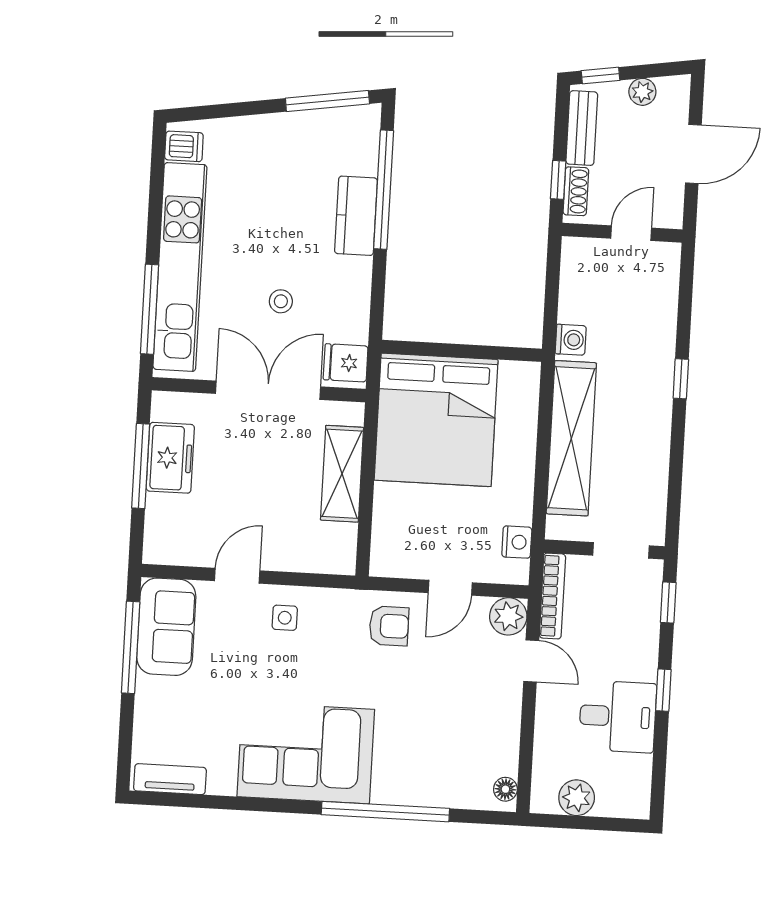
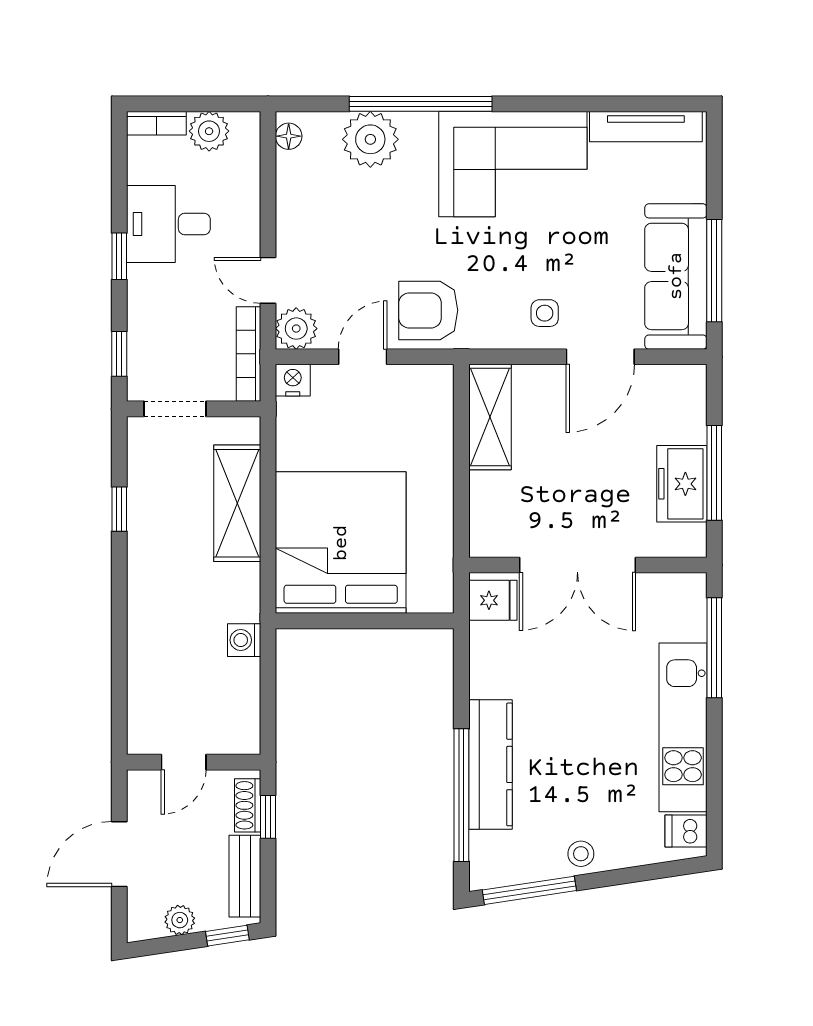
kitchen counter: (356, 216) -> (490, 764), width x1.50
kitchen unit: (180, 267) -> (683, 727), width x0.73
stool: (281, 301) -> (581, 854), moved
window: (681, 379) -> (119, 509), moved
bed: (436, 420) -> (341, 543), moved
shelving: (571, 438) -> (237, 503), width x0.68
shelving: (342, 474) -> (490, 417), moved
nightstand: (517, 542) -> (293, 380), moved, turned 90
door: (237, 576) -> (600, 357), width x1.38
armchair: (389, 626) -> (428, 310), width x1.38, depth x1.38
sofa: (166, 627) -> (676, 276), width x1.36
tv unit: (170, 779) -> (646, 127), width x1.41
plant: (432, 782) -> (370, 139), added
bookcase: (623, 807) -> (156, 123), added

